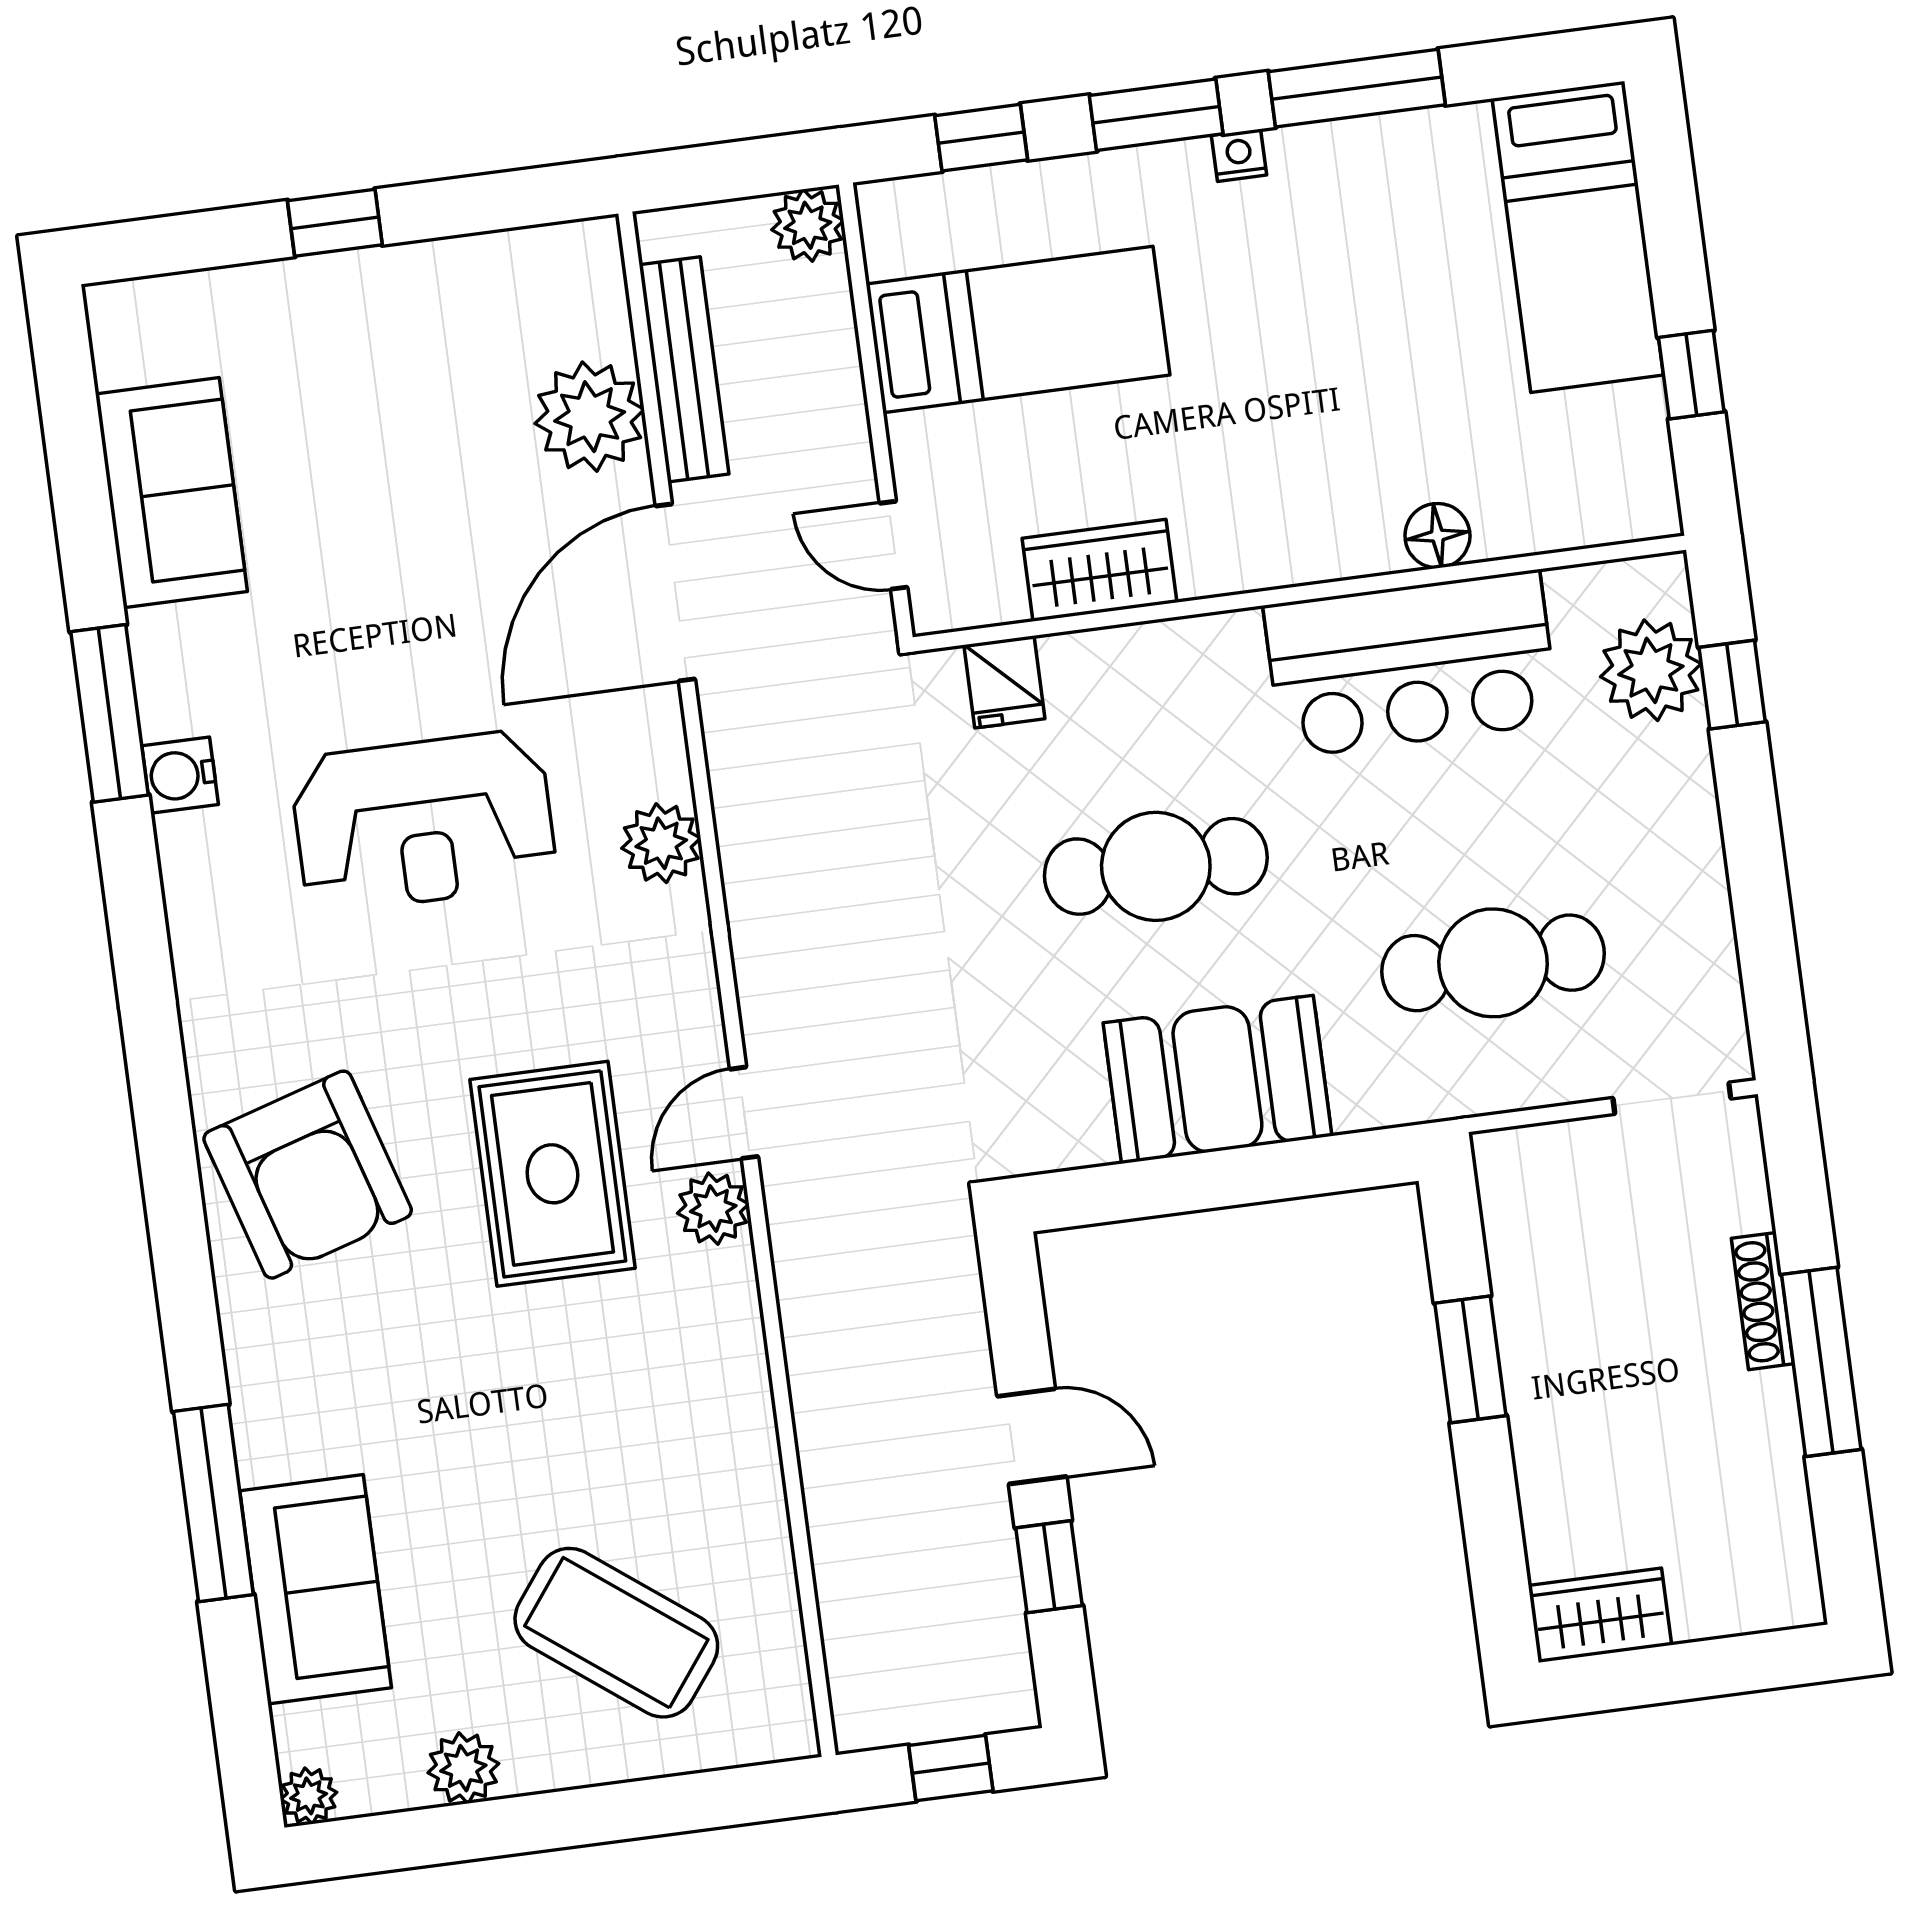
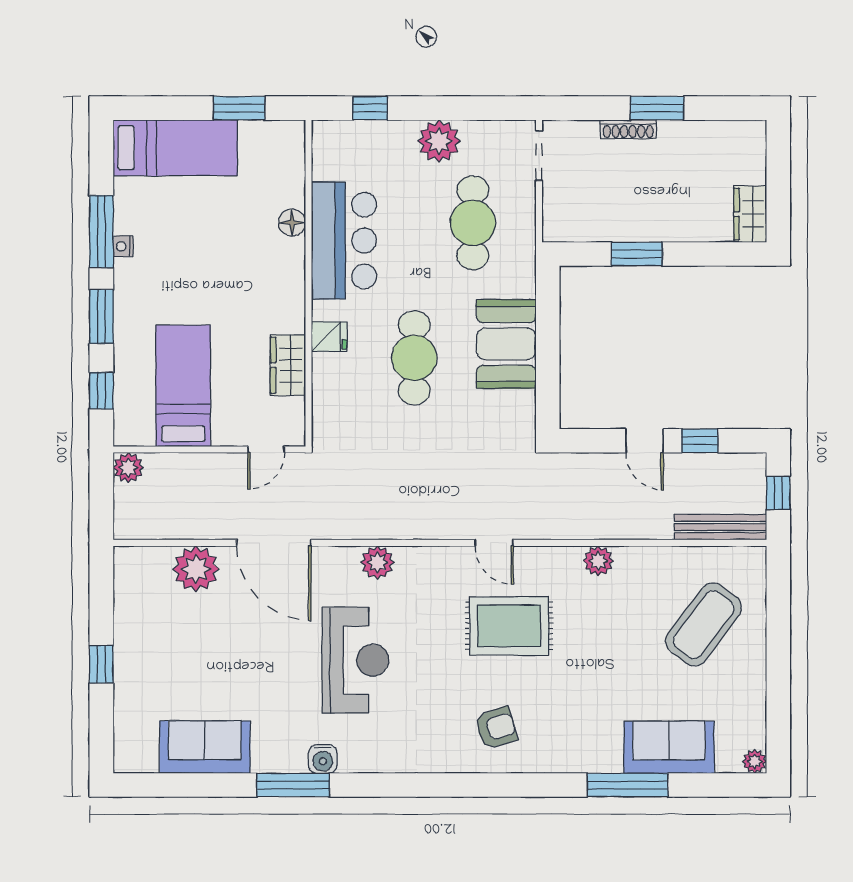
nightstand: (1239, 155) -> (123, 246), moved
bench: (684, 369) -> (721, 527), moved
window: (1691, 375) -> (239, 108), width x1.50
plant: (1651, 670) -> (439, 141), moved
fridge: (1004, 682) -> (329, 337), moved
armchair: (308, 1175) -> (496, 728), width x0.53, depth x0.53
plant: (713, 1209) -> (598, 561), moved
window: (1821, 1362) -> (657, 108), width x0.69
door: (1032, 1436) -> (645, 441), swing flipped
plant: (463, 1768) -> (752, 695), removed

